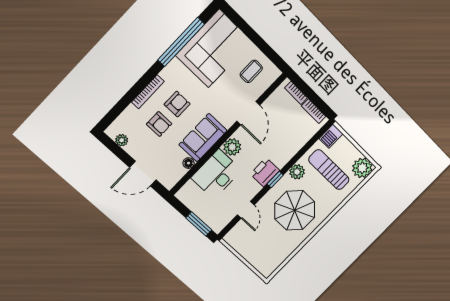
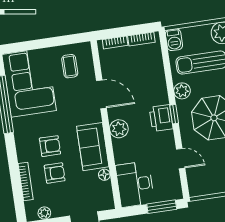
bookcase: (148, 92) -> (26, 181), moved
armchair: (177, 104) -> (50, 146), turned 90
desk: (216, 174) -> (135, 184), moved

